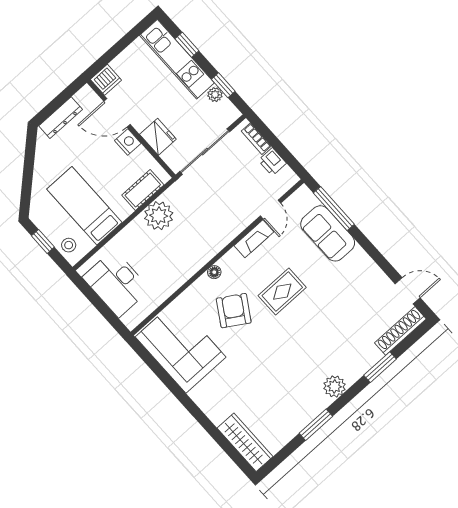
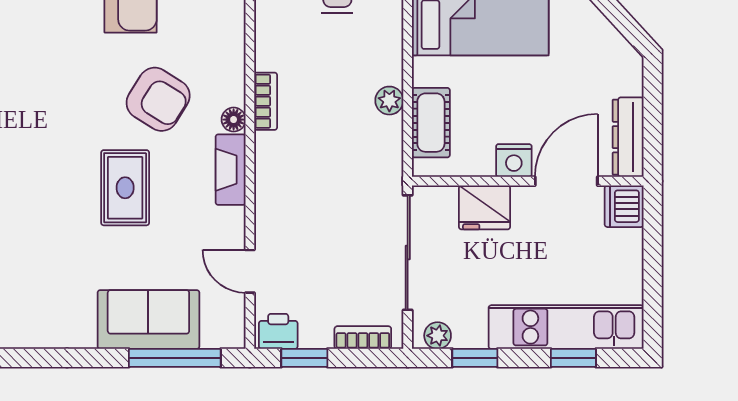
plant: (215, 95) -> (438, 336), moved
dresser: (61, 118) -> (628, 137), moved
window: (286, 155) -> (304, 358), added
printer: (272, 162) -> (278, 331), moved
plant: (159, 216) -> (389, 101), width x0.53, depth x0.53
fireplace: (254, 239) -> (231, 170), moved
bookcase: (195, 266) -> (266, 101), added

